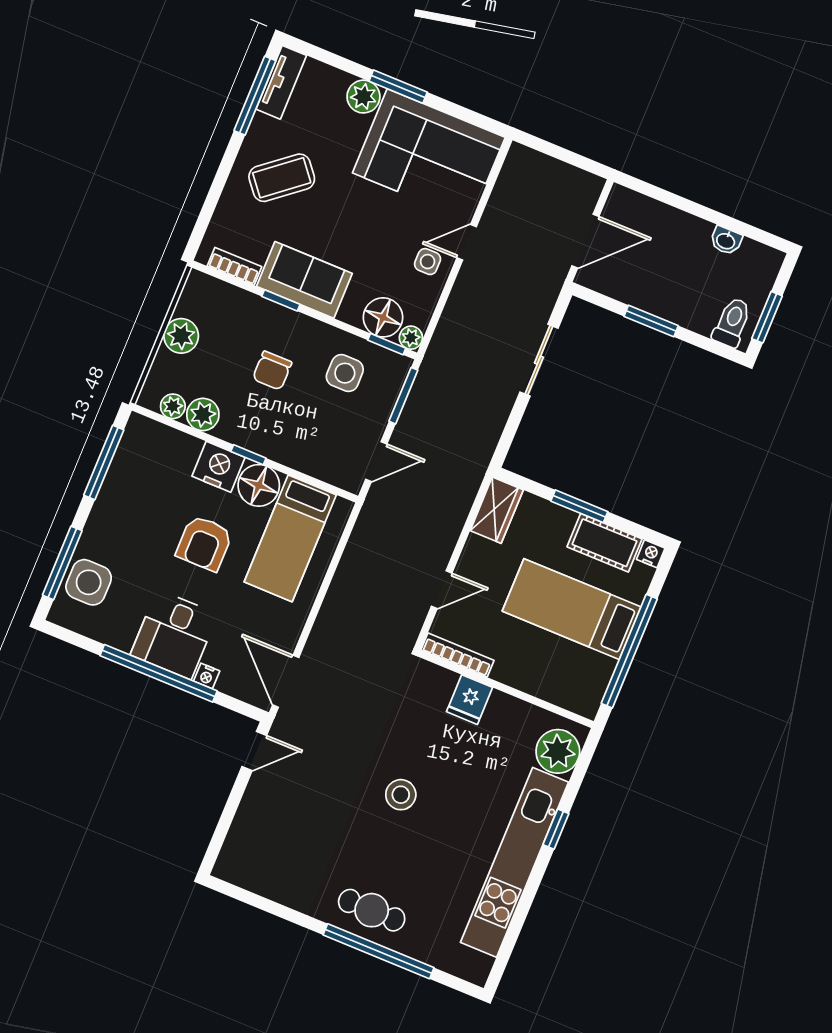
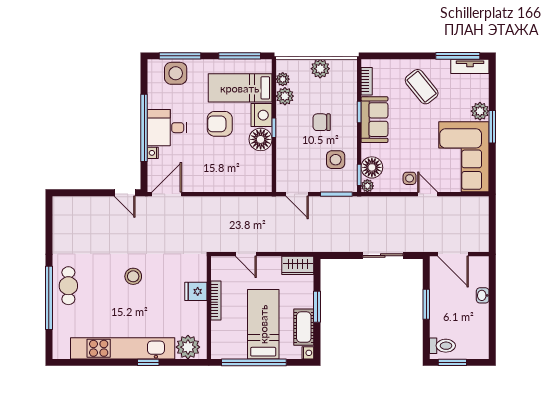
washbasin: (726, 241) -> (483, 295), moved
bed: (290, 538) -> (240, 88), moved
bookcase: (457, 655) -> (216, 301), moved

